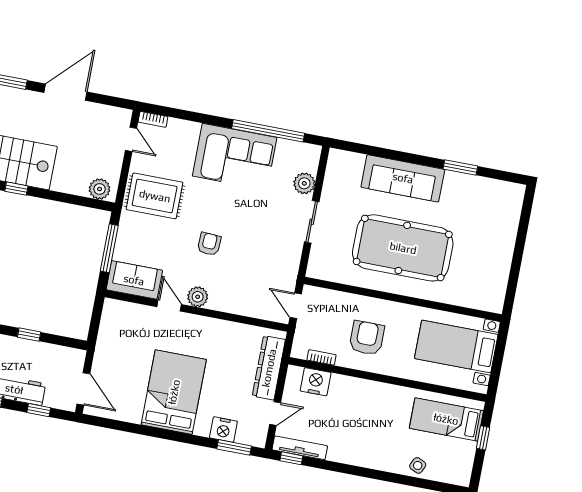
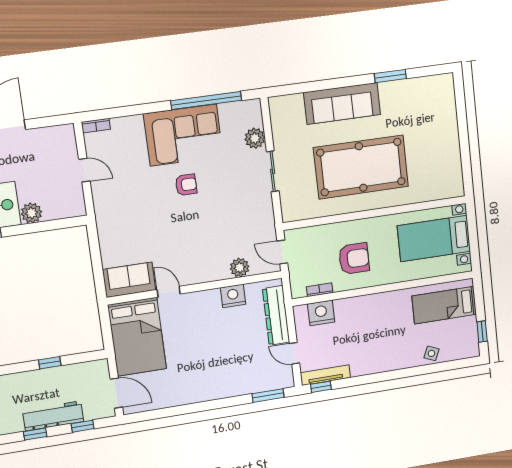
door: (131, 139) -> (84, 170), moved
plant: (100, 189) -> (31, 213), moved
rug: (155, 196) -> (122, 197), removed
armchair: (209, 244) -> (186, 185), moved, turned 87
window: (109, 248) -> (96, 259), removed
plant: (198, 297) -> (240, 268), moved
armchair: (367, 338) -> (354, 259), turned 90
bed: (174, 392) -> (137, 337), moved, turned 180
door: (275, 413) -> (294, 353), swing flipped
nightstand: (223, 430) -> (233, 296), moved, turned 180
window: (483, 438) -> (482, 332), moved

